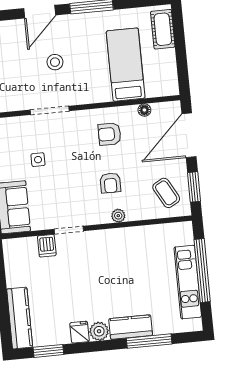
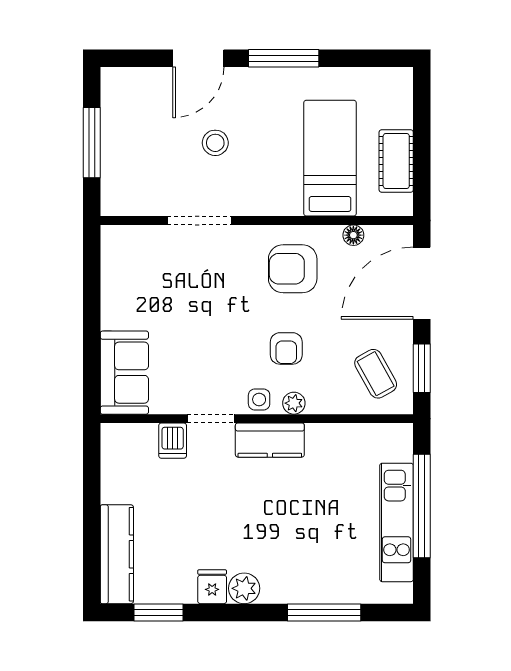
cot: (163, 29) -> (396, 161), moved
armchair: (110, 134) -> (293, 269), width x1.38, depth x1.38
side table: (38, 160) -> (259, 399), moved
kitchen counter: (131, 327) -> (270, 440), moved, turned 180

